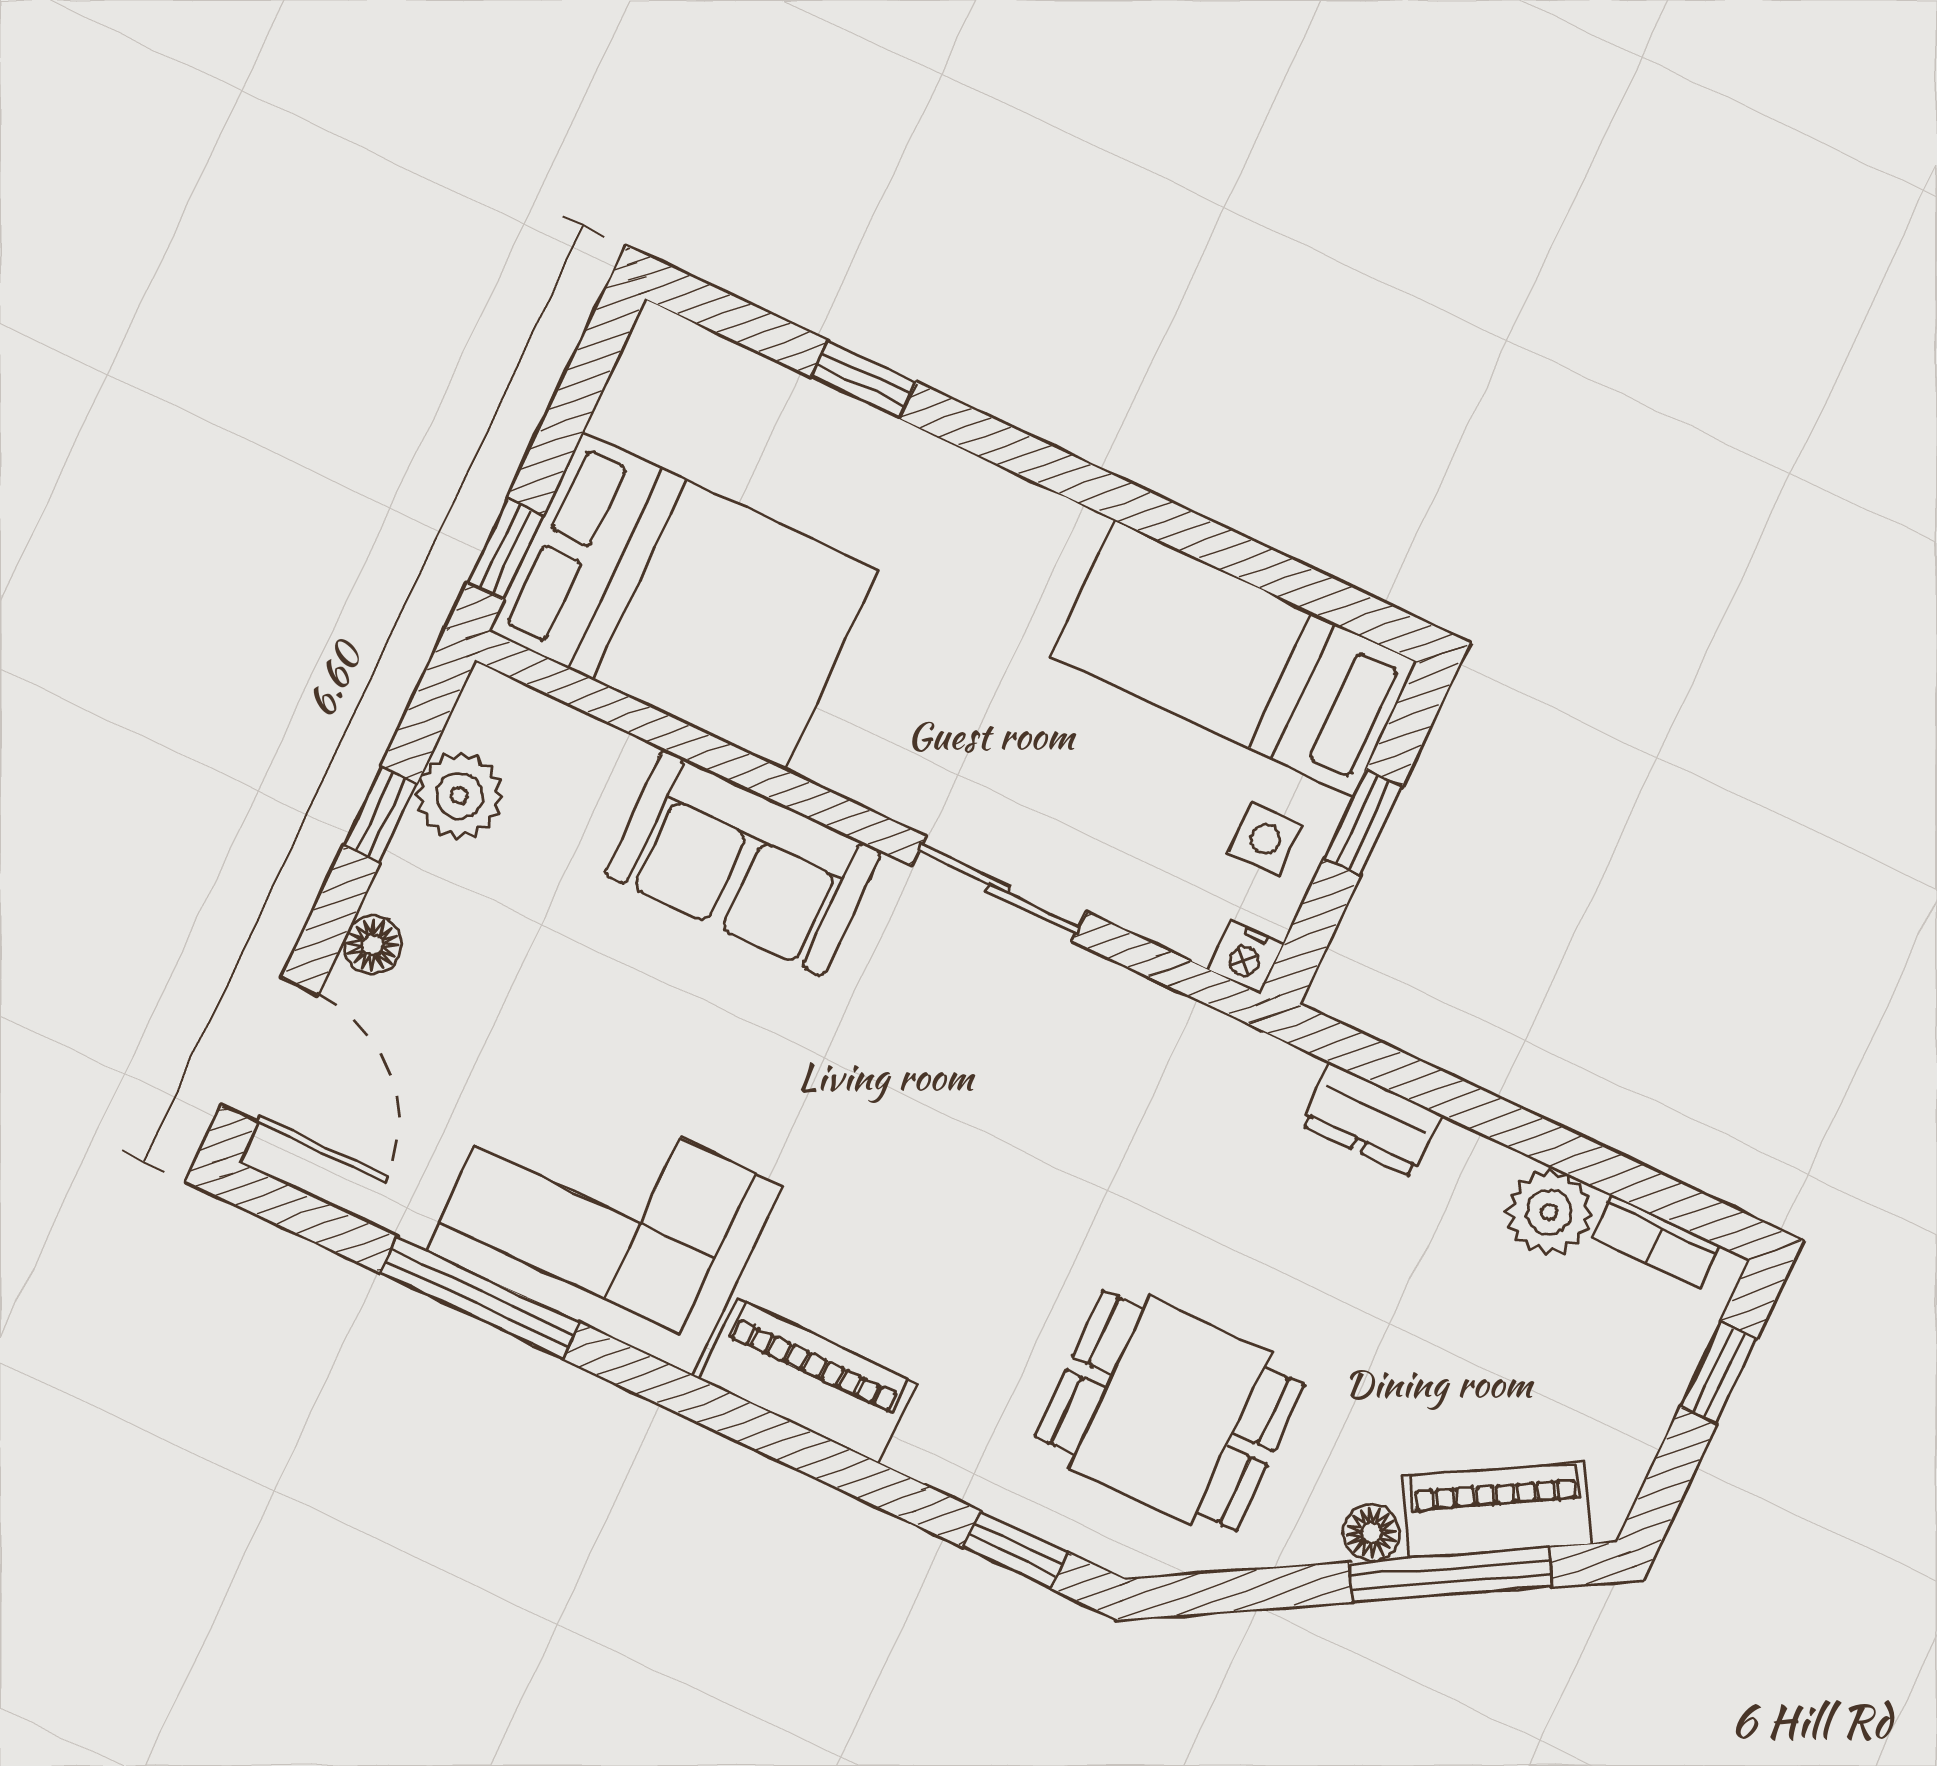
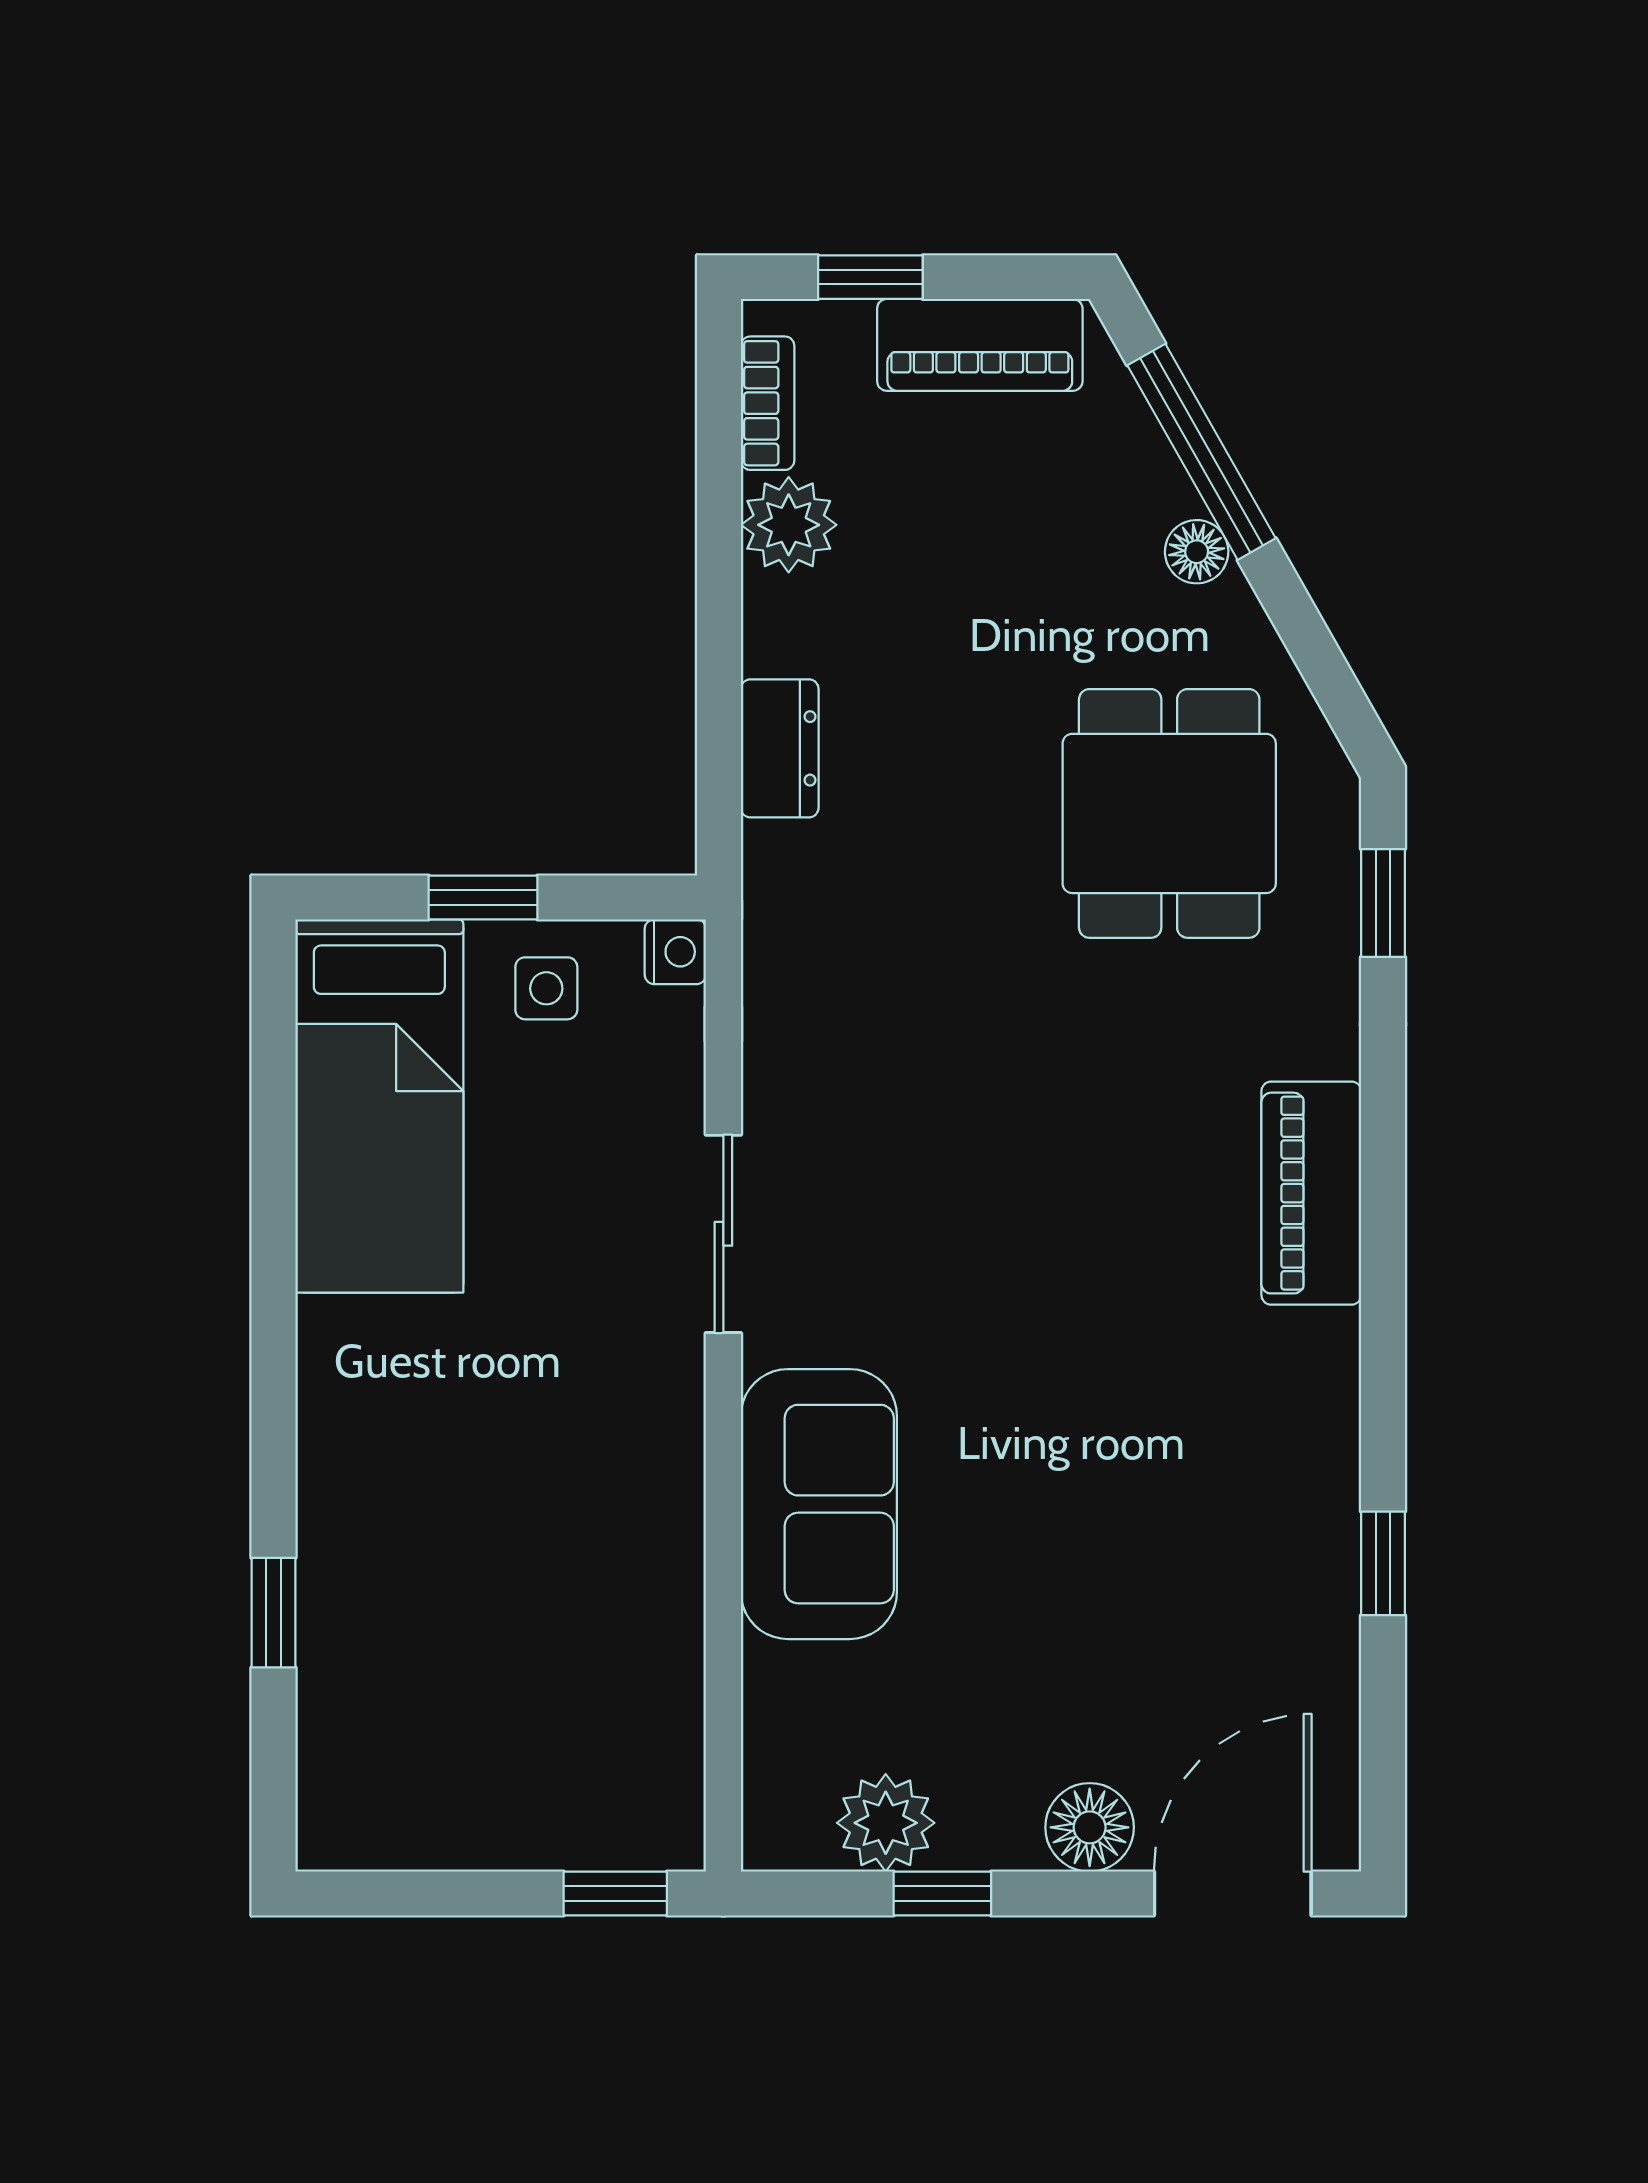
bed: (684, 601) -> (583, 1689), removed
floor lamp: (373, 945) -> (1090, 1827), width x1.37, depth x1.37
corner sofa: (604, 1218) -> (1244, 1477), removed
window: (480, 1298) -> (1383, 1563), width x0.46
piano: (1497, 1510) -> (980, 345), moved, turned -60

